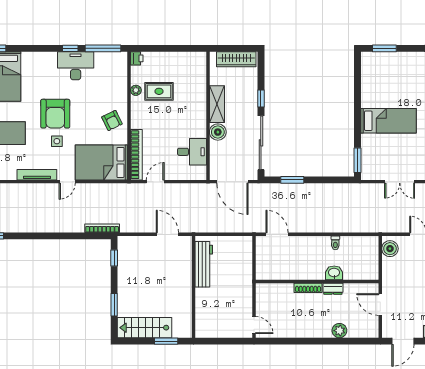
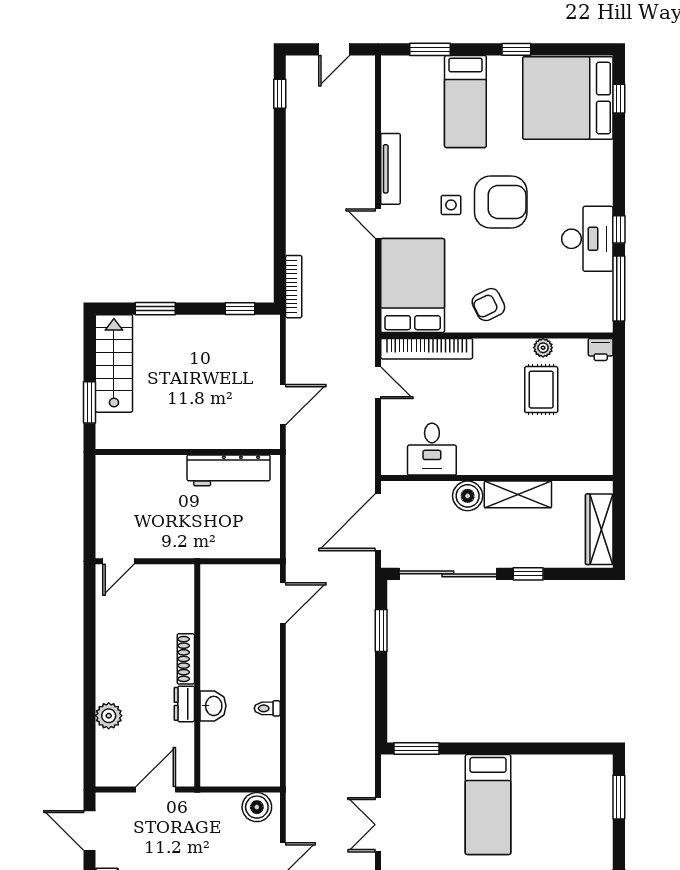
armchair: (55, 114) -> (501, 202), turned 180

